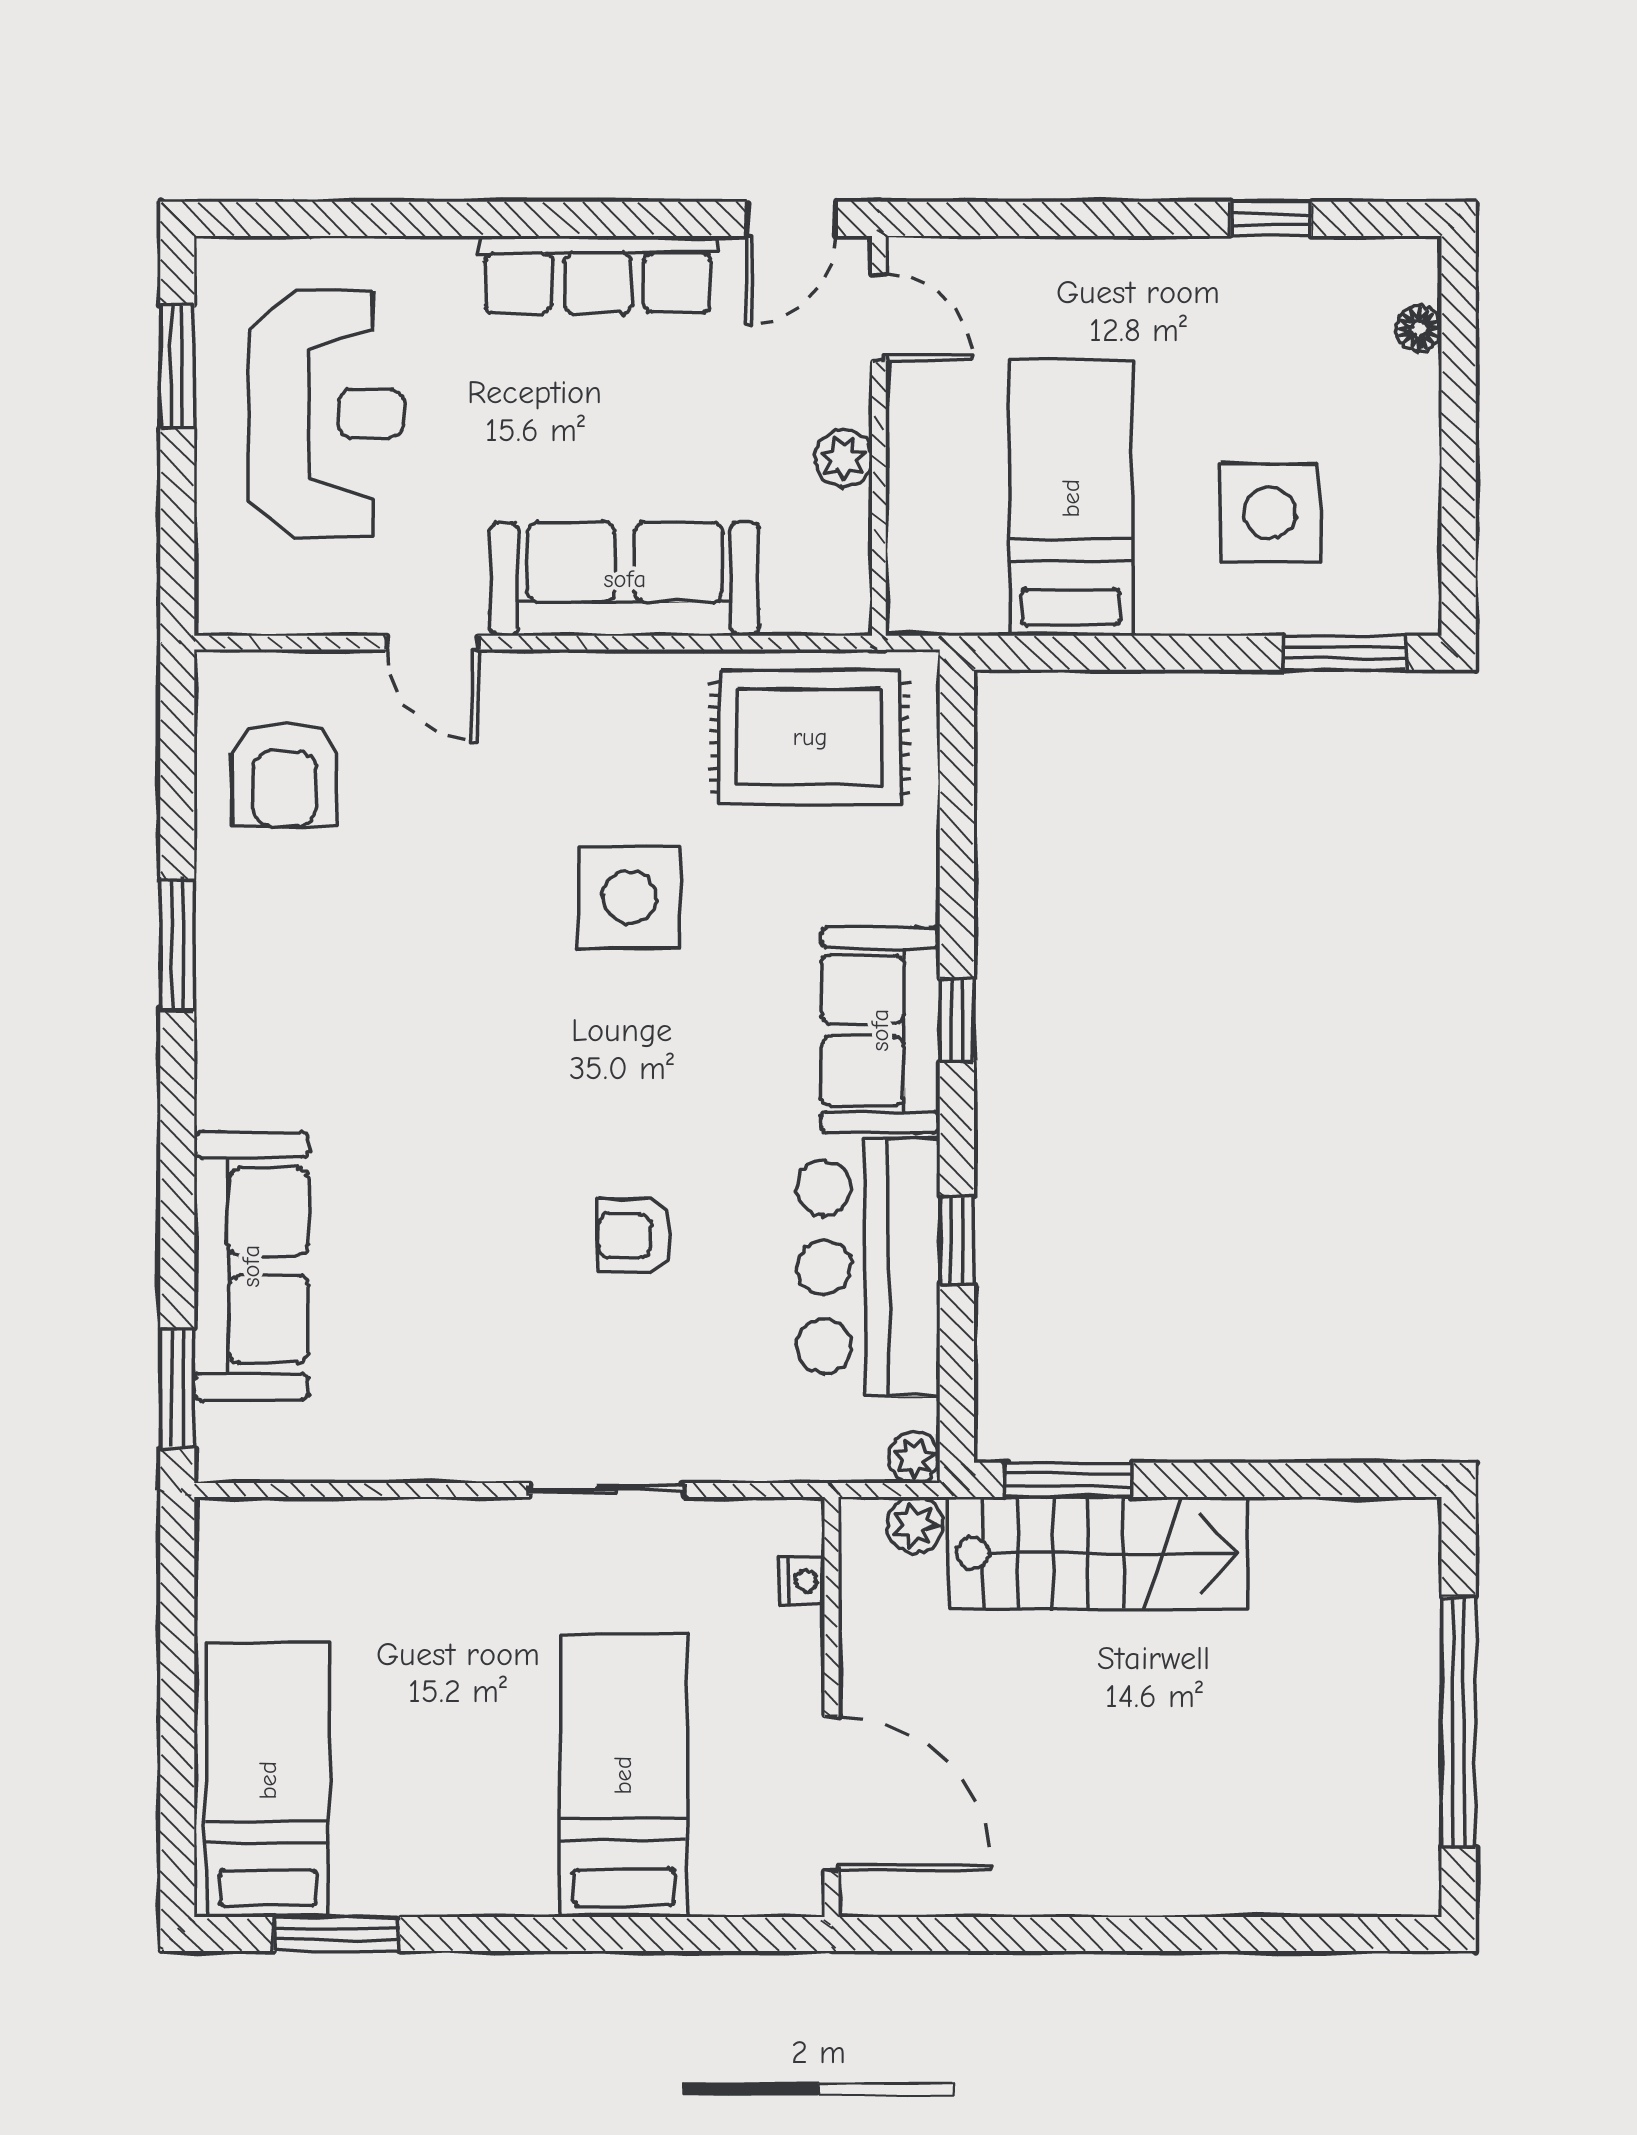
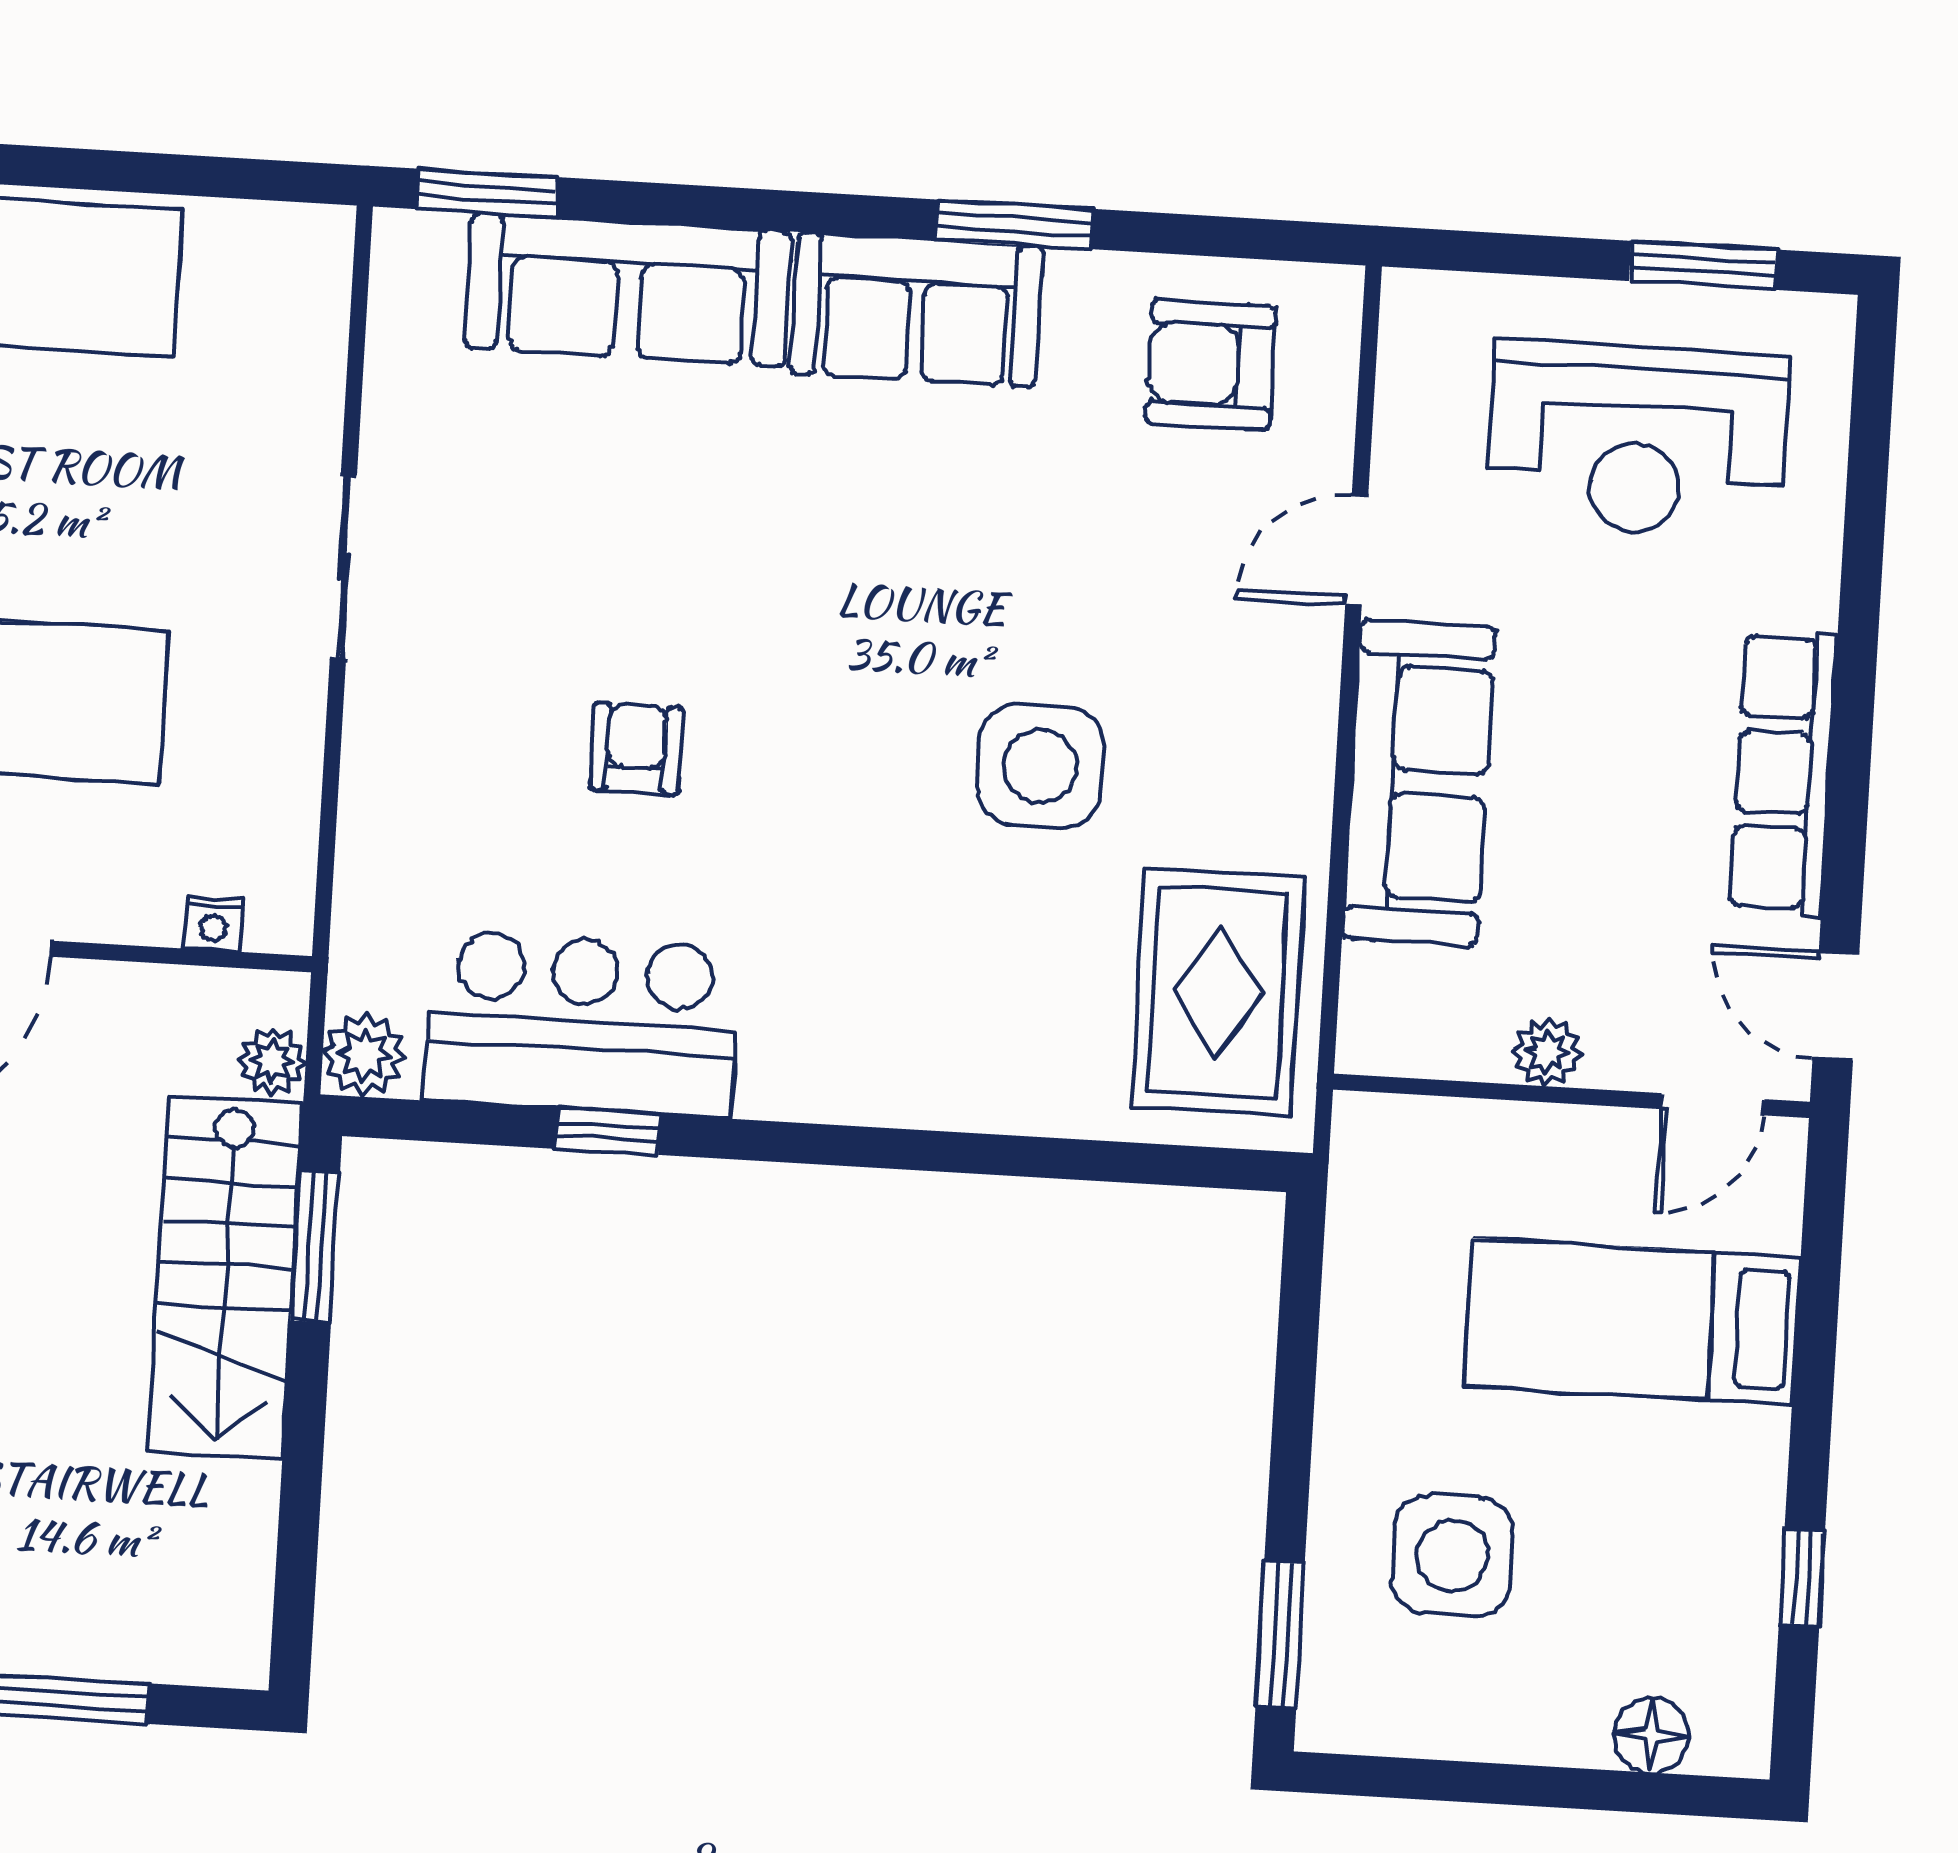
floor lamp: (1419, 329) -> (1651, 1735), width x1.37, depth x1.37
bed: (1071, 498) -> (1632, 1321), moved, turned 180
window: (957, 1020) -> (871, 1147), removed
sofa: (880, 1030) -> (916, 310), moved, turned 180
plant: (914, 1458) -> (365, 1055), width x1.38, depth x1.38
sliding door: (606, 1490) -> (343, 567), moved

